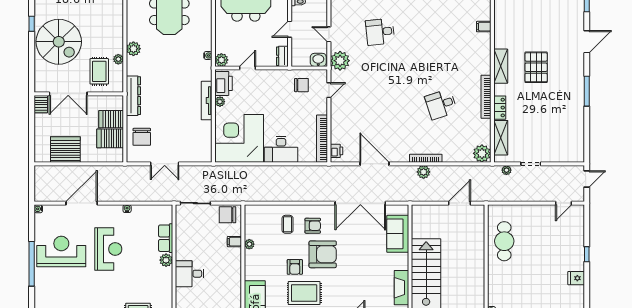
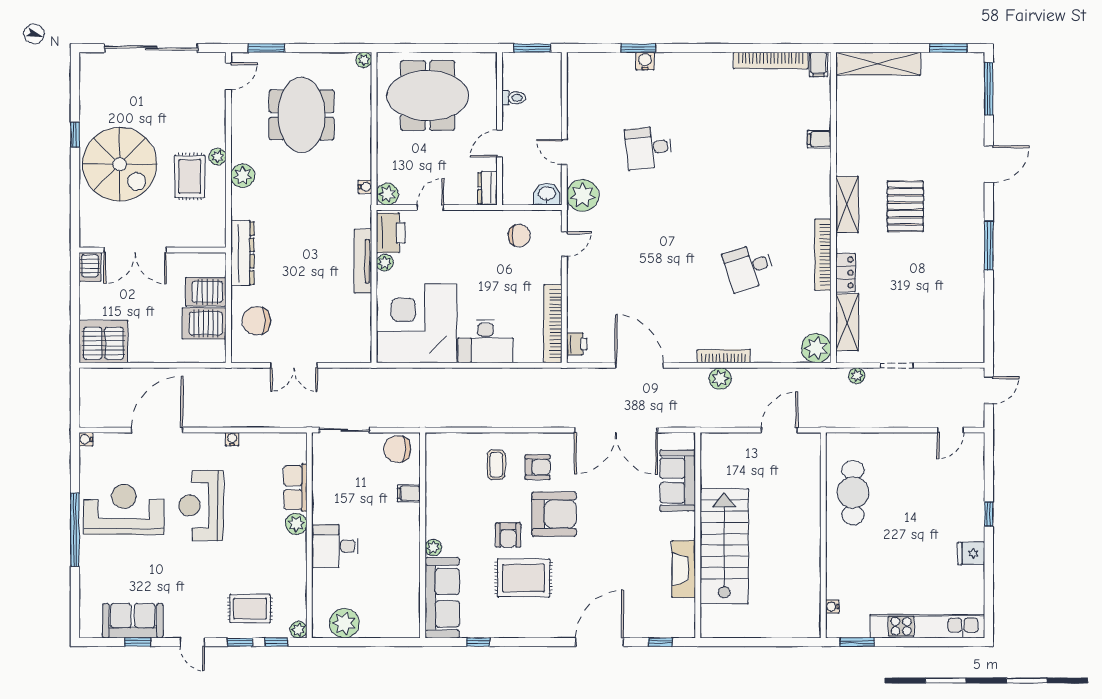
plant: (118, 59) -> (218, 157), moved
rug: (99, 71) -> (190, 176), moved
chair: (142, 137) -> (256, 321), turned 90
server rack: (65, 149) -> (103, 342), moved
plant: (249, 244) -> (433, 548), moved
reception desk: (108, 249) -> (201, 505), turned 180

